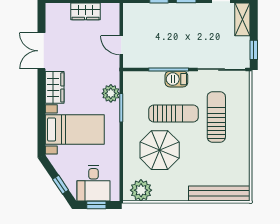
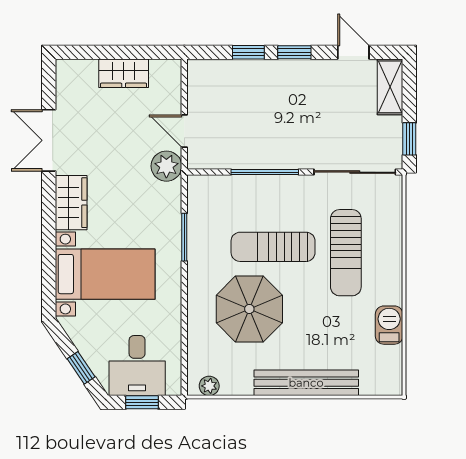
barbecue: (176, 79) -> (389, 325), moved, turned 90
plant: (111, 93) -> (166, 166), moved
sun lounger: (173, 113) -> (273, 247), turned 180
sun lounger: (216, 117) -> (346, 253), turned 180
plant: (141, 190) -> (209, 386), width x0.53, depth x0.53
bench: (219, 193) -> (306, 383), moved

